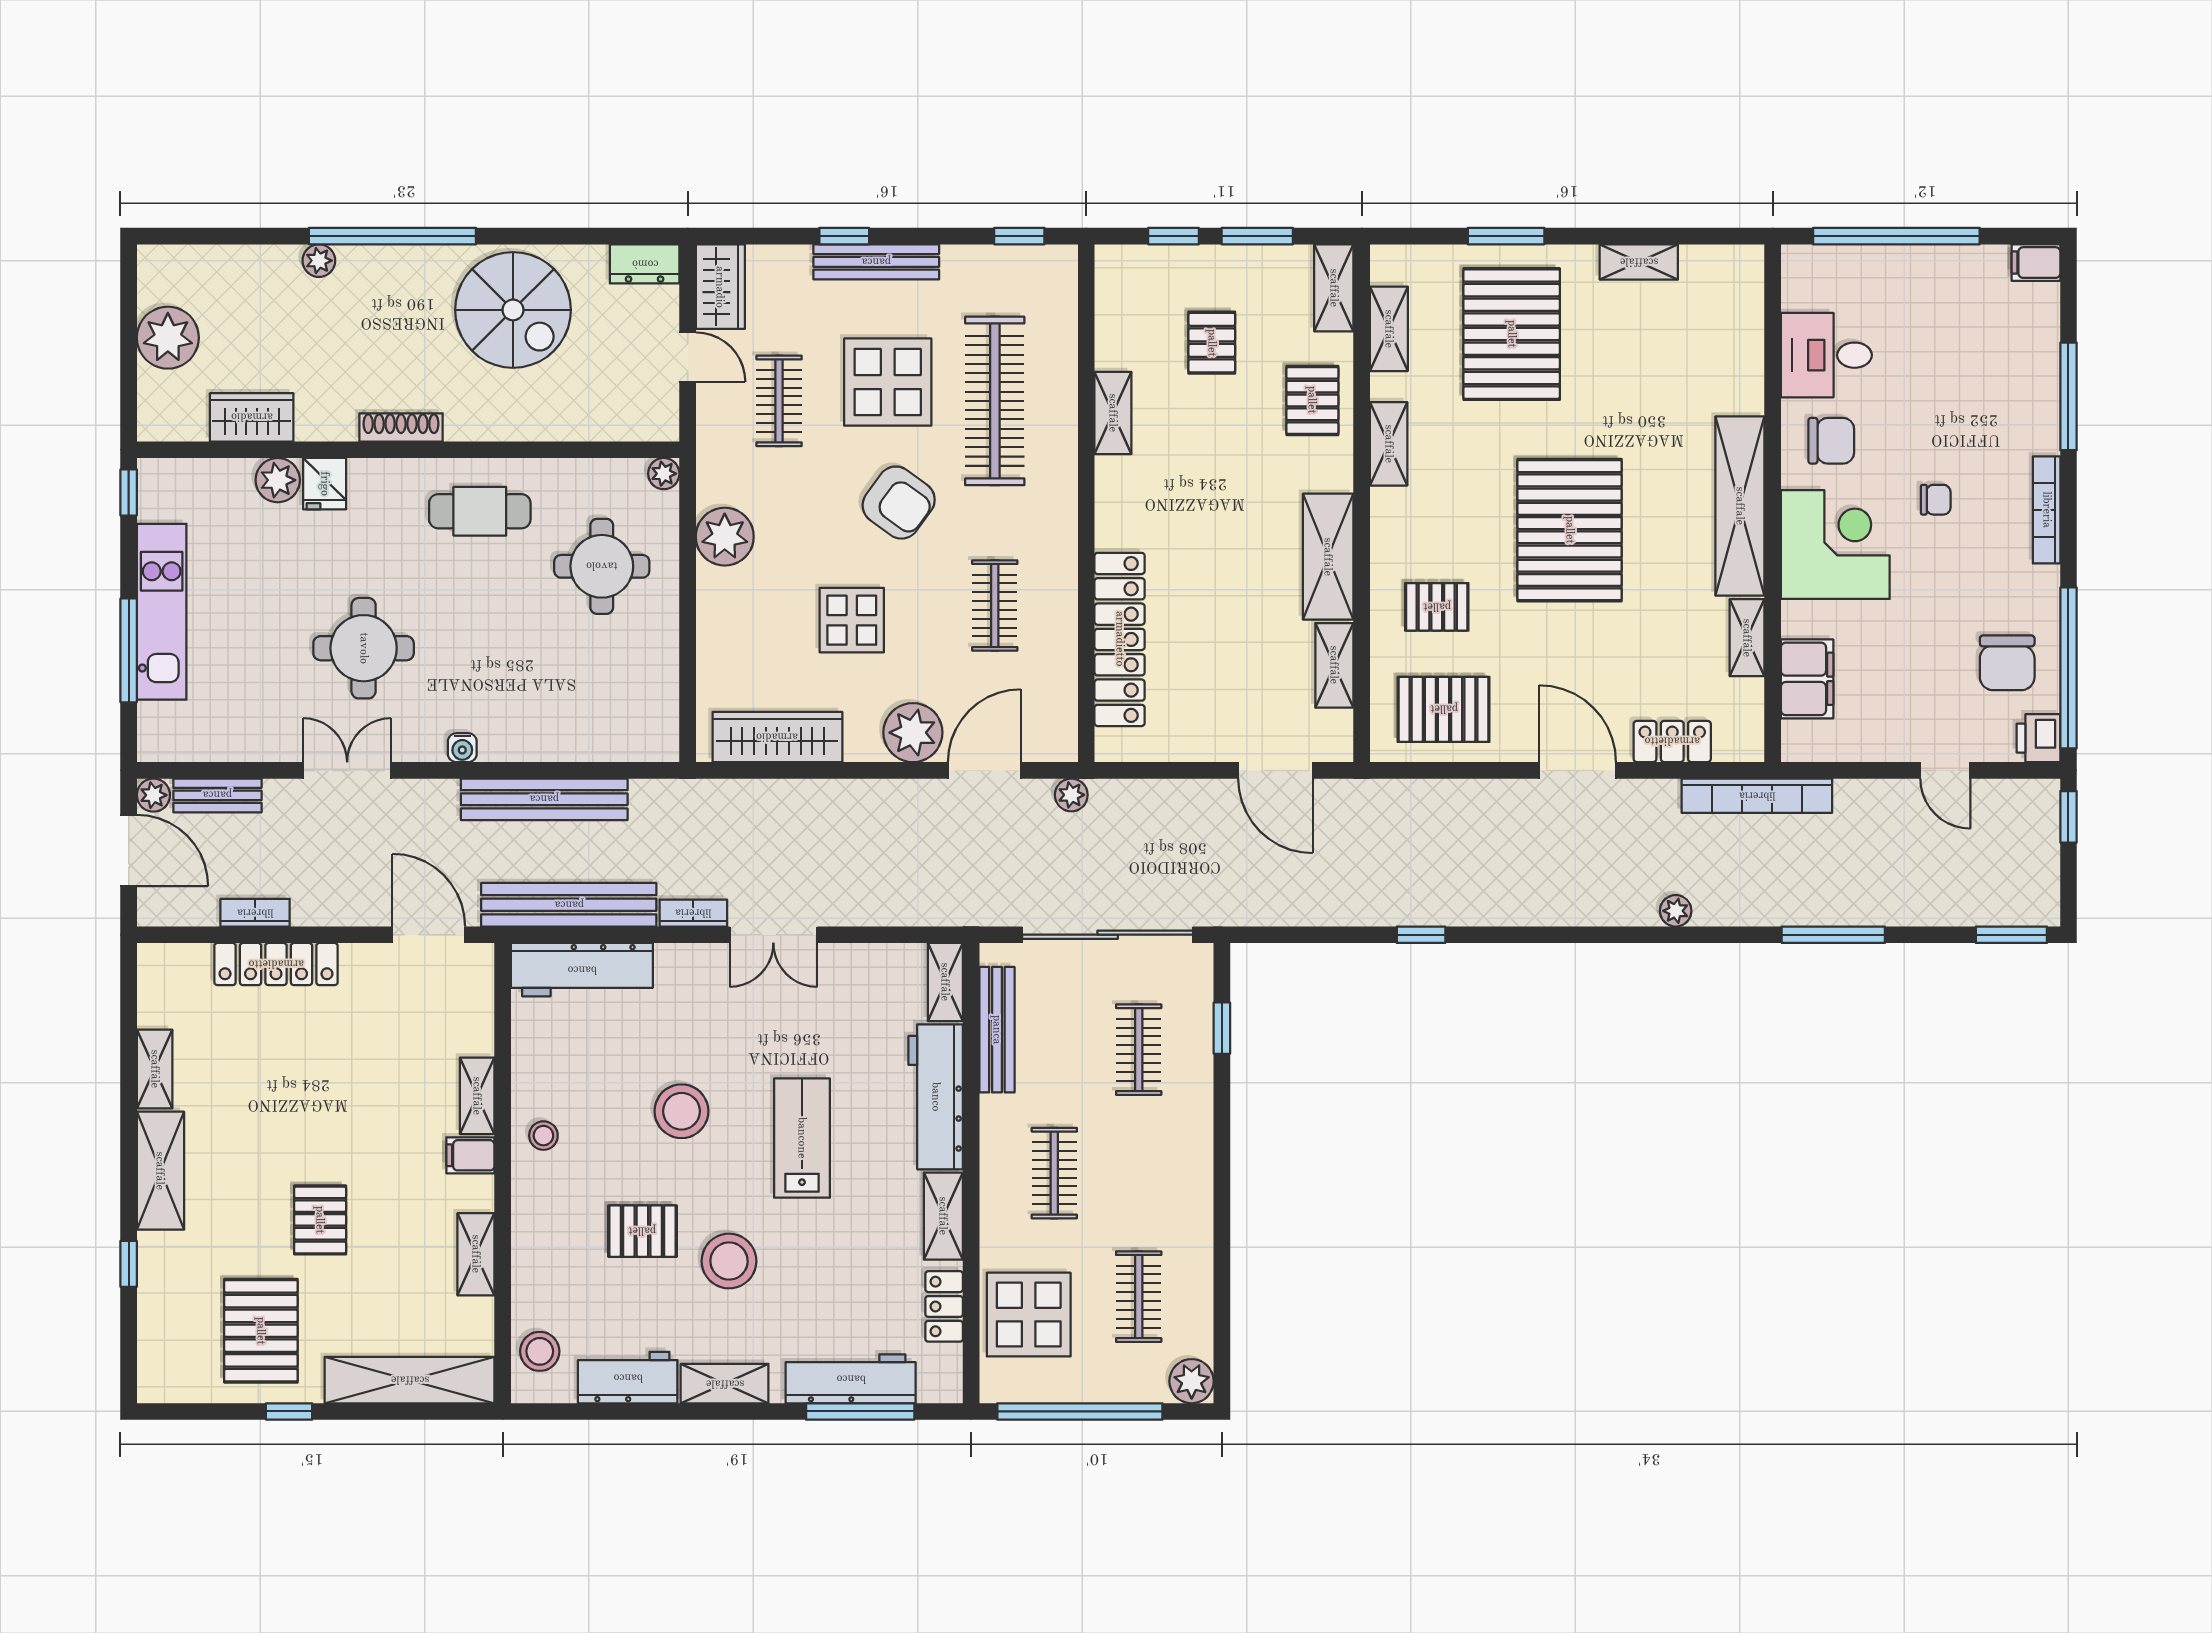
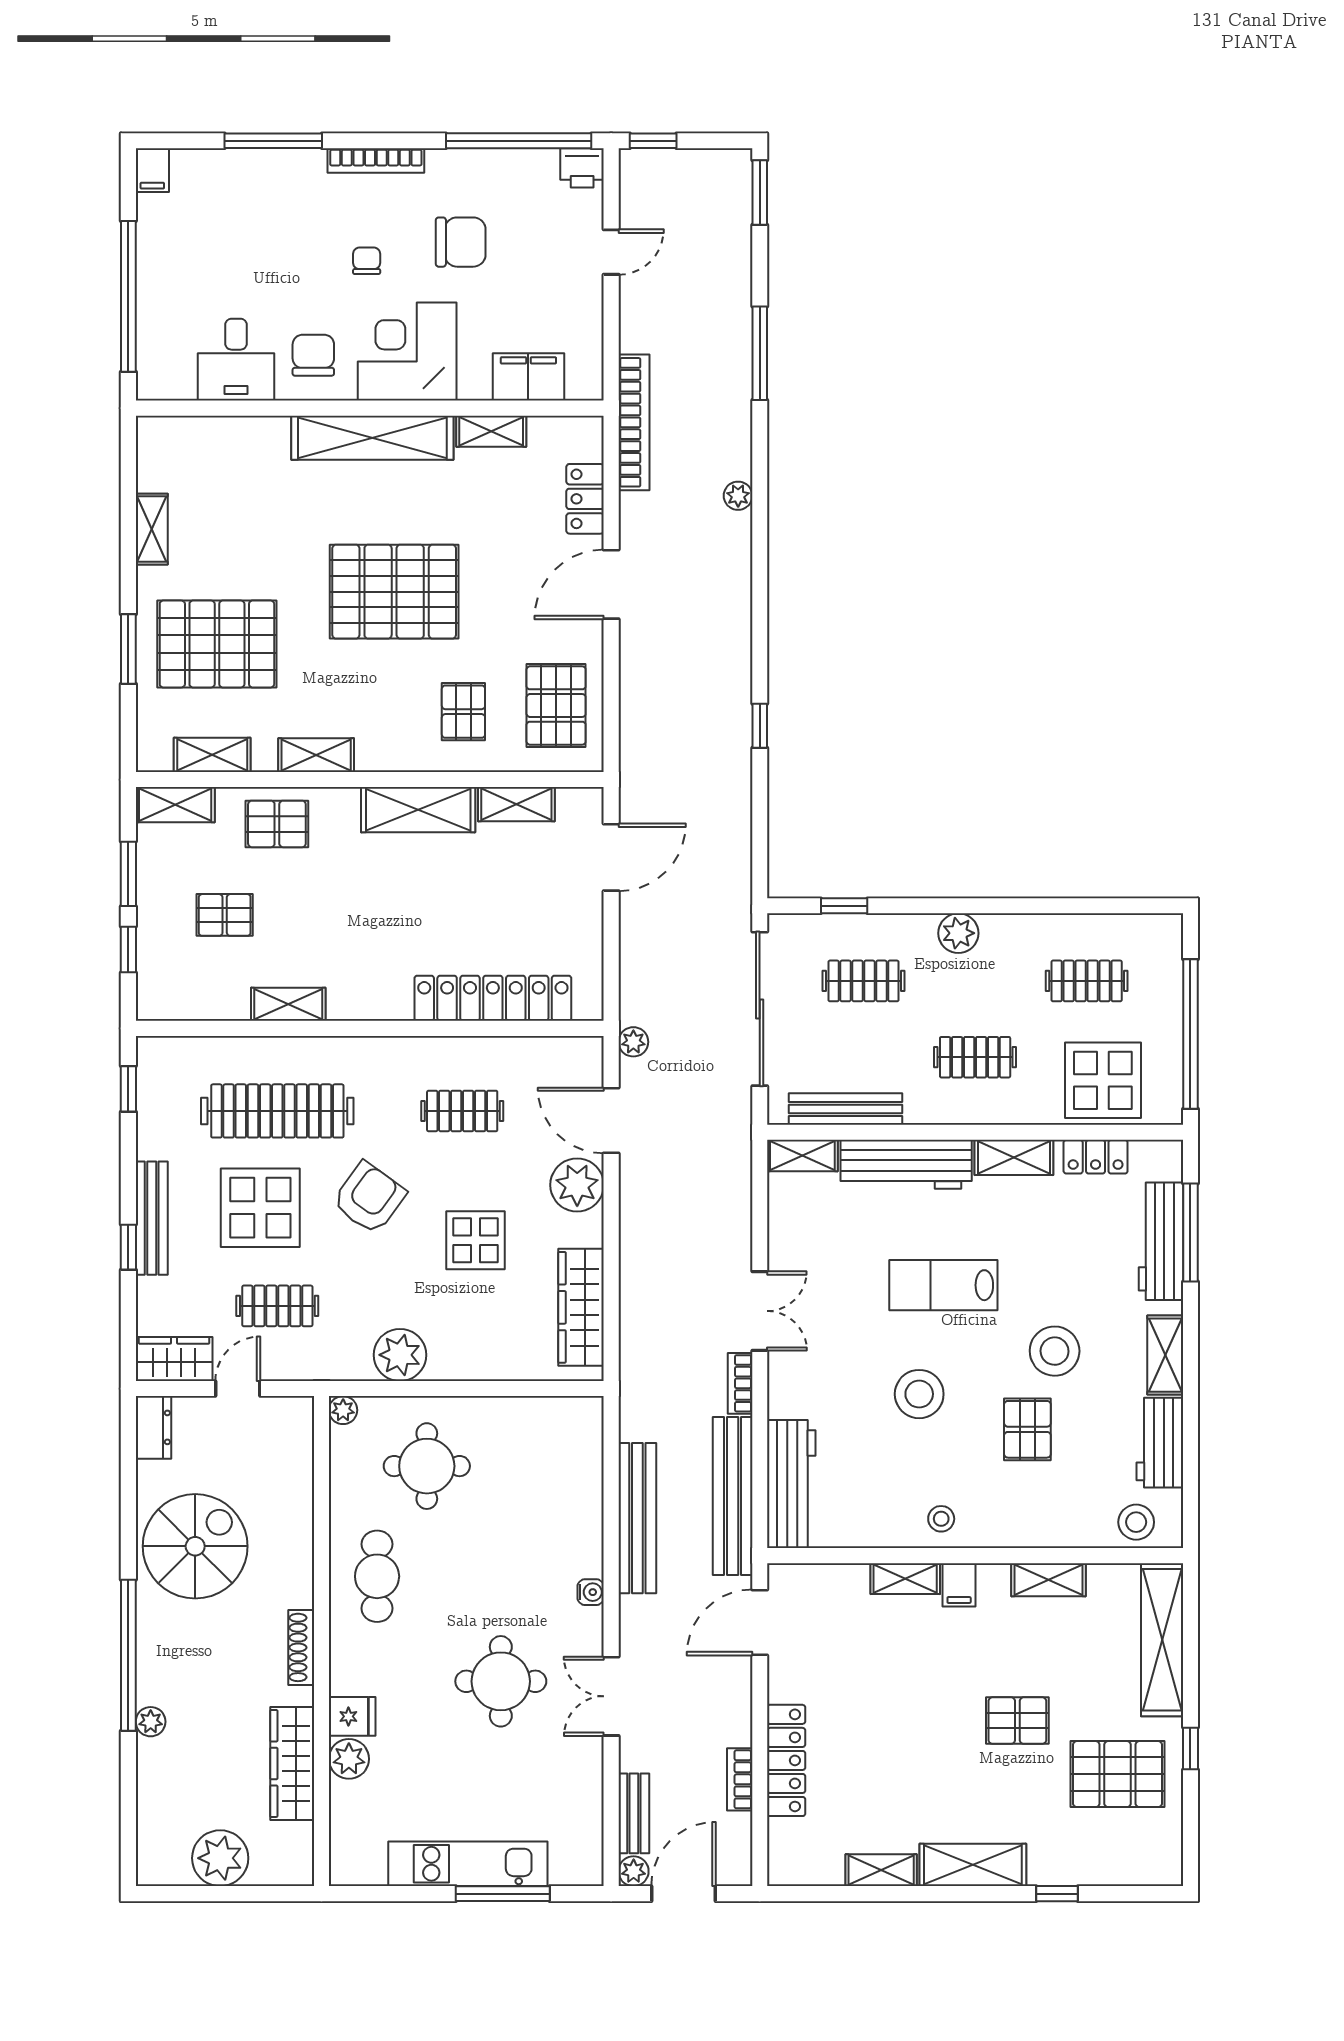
wardrobe: (252, 417) -> (292, 1763), width x1.50
window: (129, 492) -> (360, 1894), removed
chair: (2007, 663) -> (461, 242), moved
plant: (1192, 1381) -> (958, 933), moved

